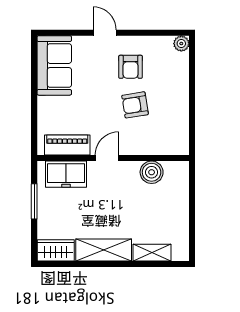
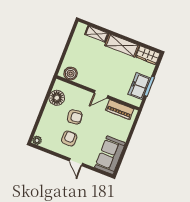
floor lamp: (176, 124) -> (57, 98), added
boiler: (152, 172) -> (71, 74), moved
freezer: (66, 174) -> (139, 86), moved, turned -90

